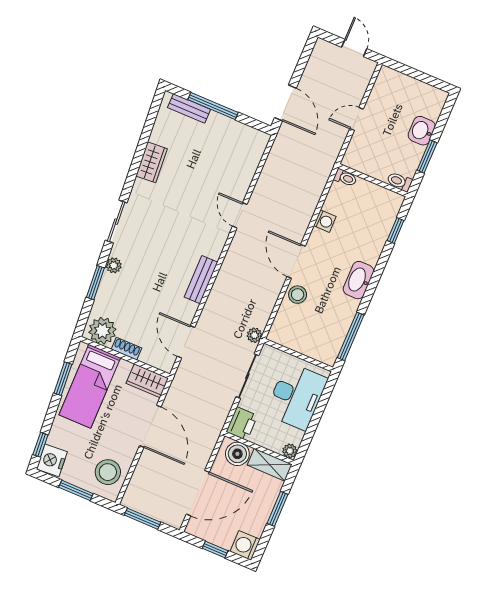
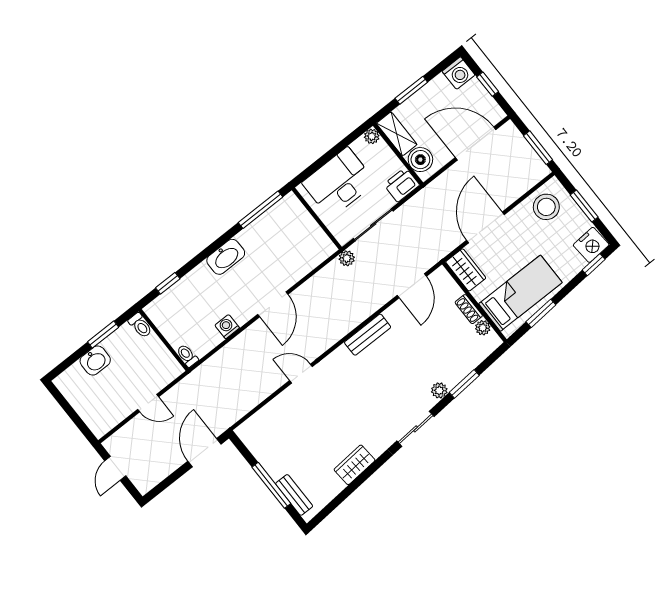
door: (240, 215) -> (301, 374), swing flipped
stool: (298, 295) -> (288, 274), removed
plant: (102, 331) -> (483, 328), width x0.53, depth x0.53

